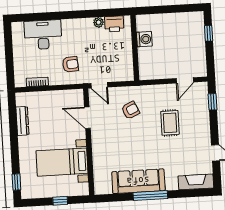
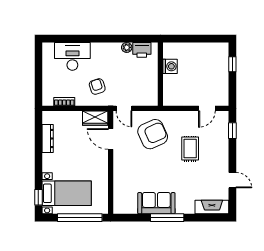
armchair: (70, 64) -> (97, 87), turned -104
wardrobe: (70, 97) -> (95, 118), added
armchair: (130, 110) -> (153, 134), width x1.88, depth x1.88
bed with nightstands: (62, 162) -> (67, 193), moved, turned 180
sofa: (138, 181) -> (156, 203), width x0.73
window: (60, 201) -> (80, 218), width x3.17

